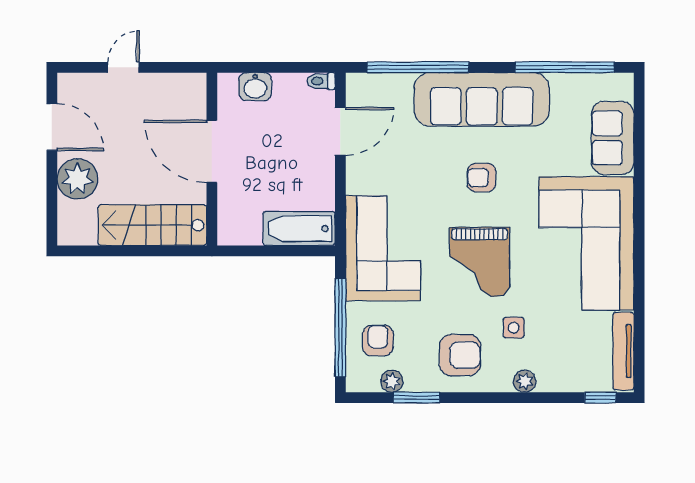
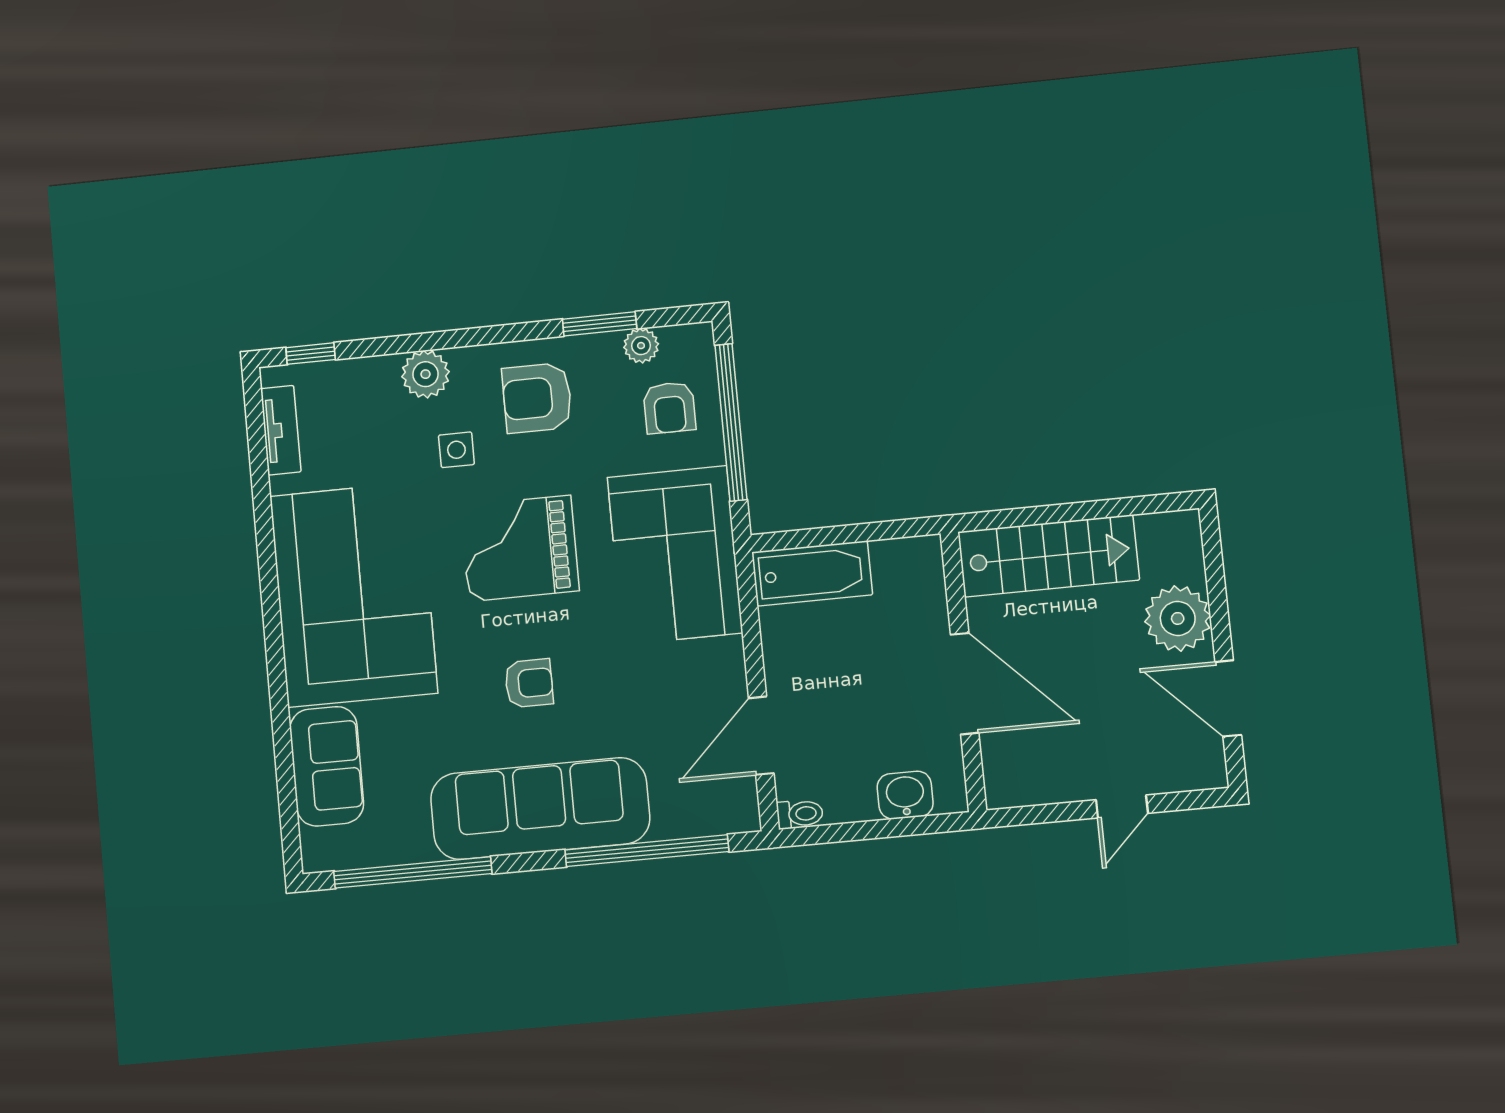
grand piano: (480, 262) -> (520, 548), turned -90
tv unit: (623, 351) -> (281, 430), width x0.71
plant: (525, 381) -> (426, 374), width x1.38, depth x1.38

